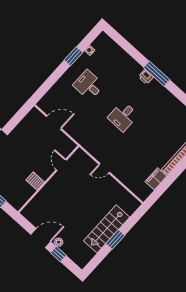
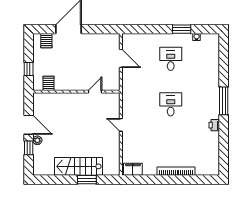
printer: (146, 77) -> (214, 125), moved
desk: (123, 116) -> (171, 104), turned 90
filing cabinet: (156, 179) -> (133, 169), moved
server rack: (35, 181) -> (49, 83), moved
window: (115, 240) -> (87, 180), moved

